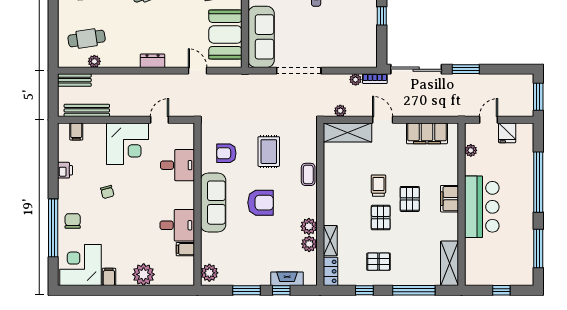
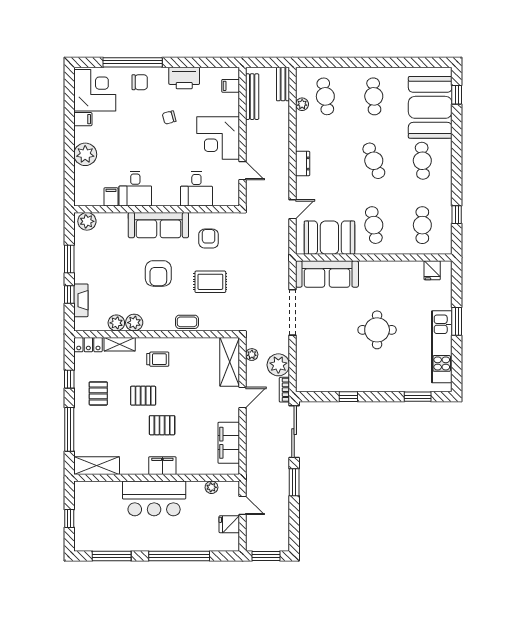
plant: (356, 80) -> (278, 365), width x1.88, depth x1.88
printer: (65, 170) -> (184, 78), width x1.87, depth x1.48
trolley: (378, 186) -> (158, 359), moved

